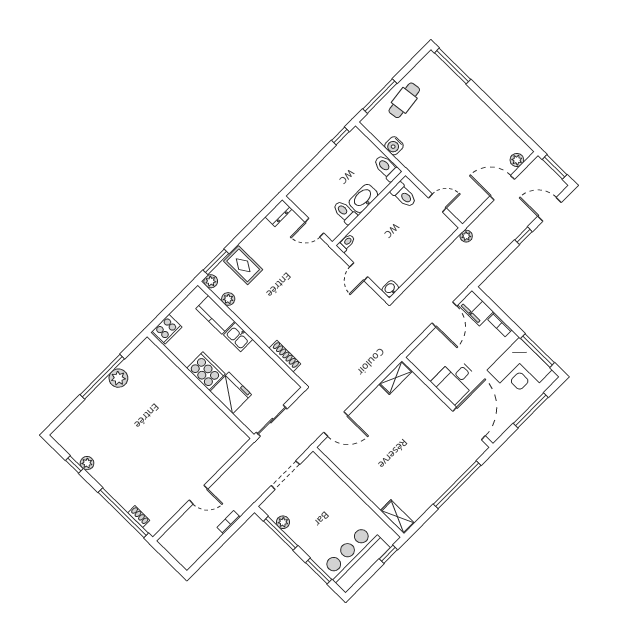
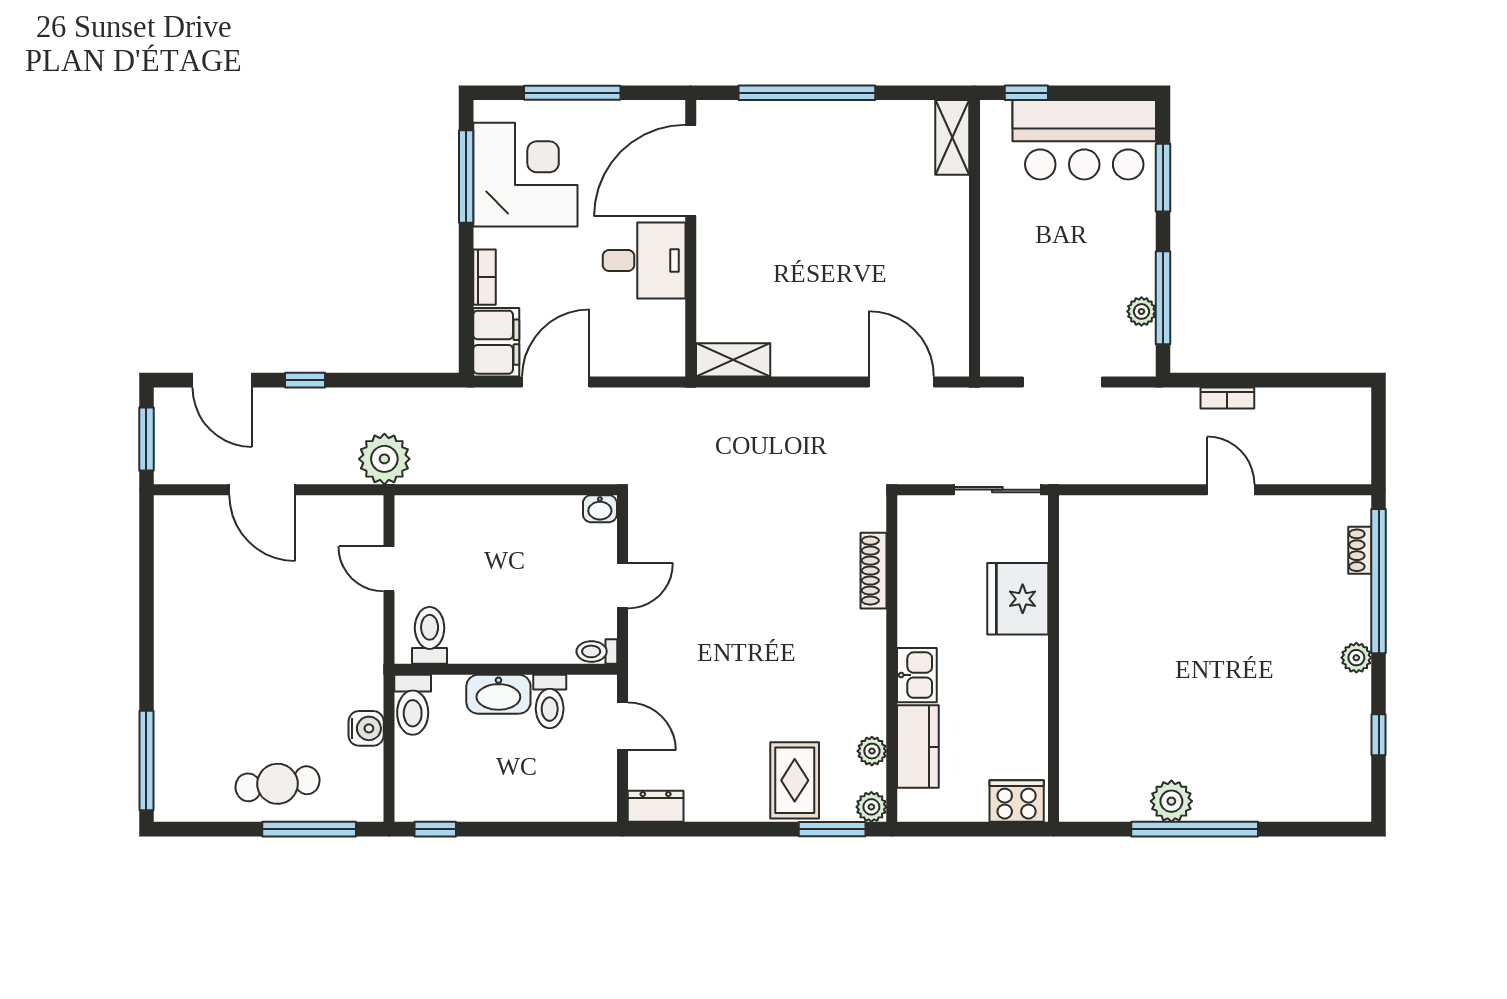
plant: (517, 160) -> (195, 510), removed
plant: (466, 236) -> (384, 459), width x1.88, depth x1.88
cooker: (206, 371) -> (1022, 673), removed
plant: (87, 463) -> (1356, 658), moved

